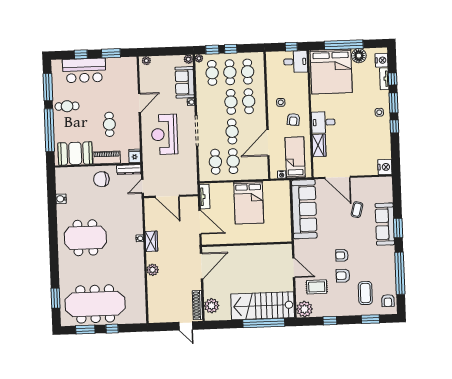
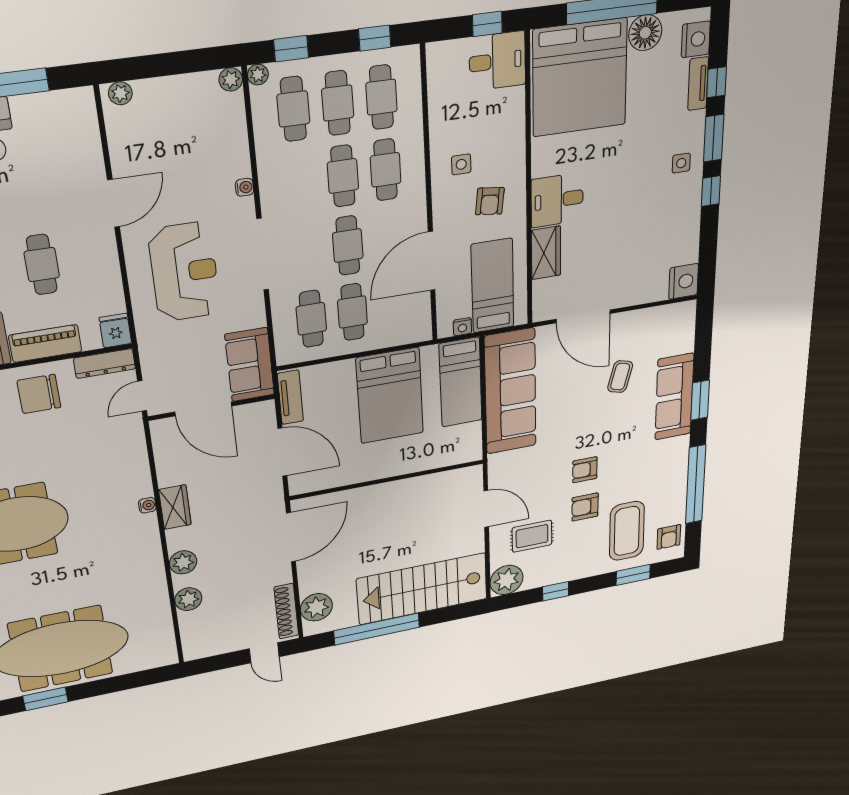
window: (231, 49) -> (375, 38), moved
sofa: (185, 82) -> (250, 365), moved
reception desk: (164, 134) -> (184, 272), turned 180
bed: (281, 201) -> (461, 382), added
plant: (153, 289) -> (188, 599), added
coffee table: (365, 293) -> (627, 531), width x1.36, depth x1.32
window: (264, 323) -> (377, 629), moved
window: (112, 329) -> (105, 686), removed

